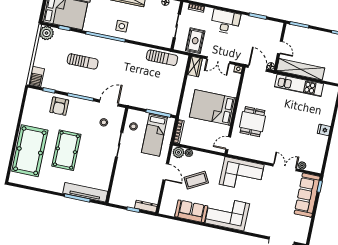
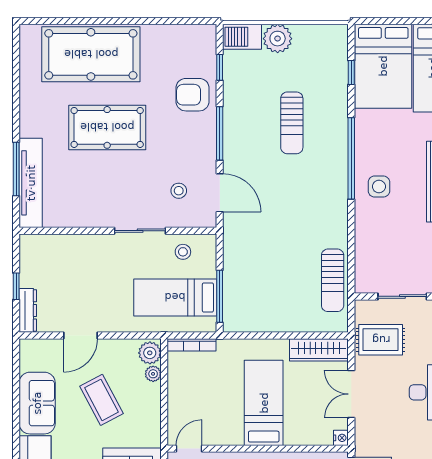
plant: (46, 33) -> (278, 39), moved
wardrobe: (195, 67) -> (319, 350), width x1.50
bed: (213, 107) -> (264, 403), width x0.67
door: (228, 143) -> (189, 449), hinge flipped
door: (166, 172) -> (81, 336), moved

